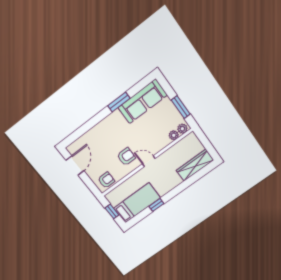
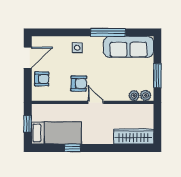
window: (119, 102) -> (108, 32), width x1.44
side table: (105, 131) -> (77, 48), added
armchair: (106, 180) -> (42, 79), moved

